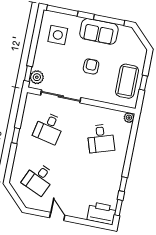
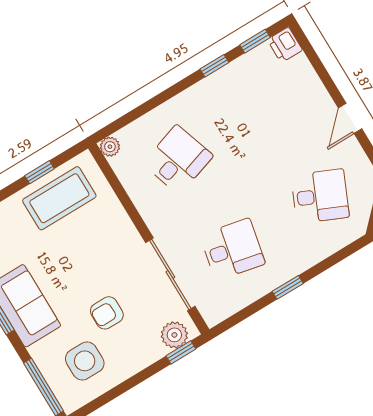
armchair: (91, 66) -> (107, 313), moved
printer: (101, 213) -> (285, 45), width x0.53, depth x0.68

